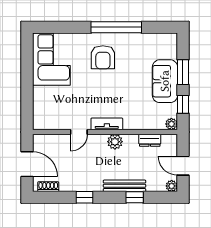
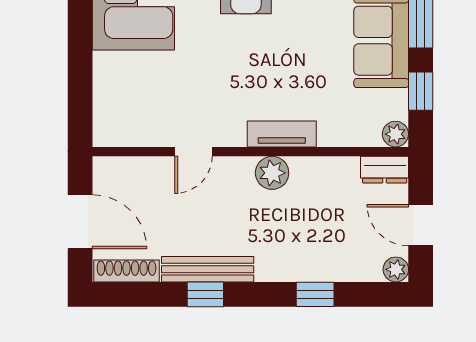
tv unit: (107, 124) -> (282, 134), moved
dresser: (150, 140) -> (385, 170), moved
bench: (124, 186) -> (208, 269), moved
shoe rack: (48, 187) -> (127, 271), width x1.43

